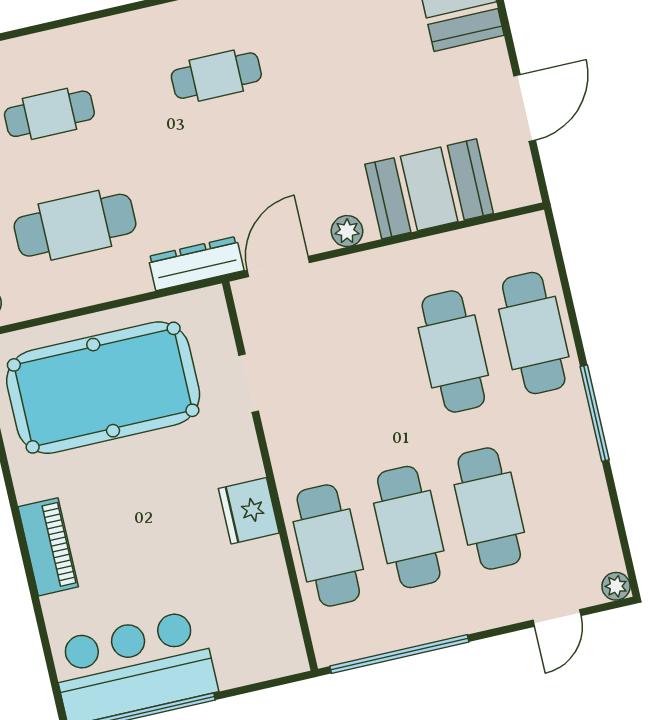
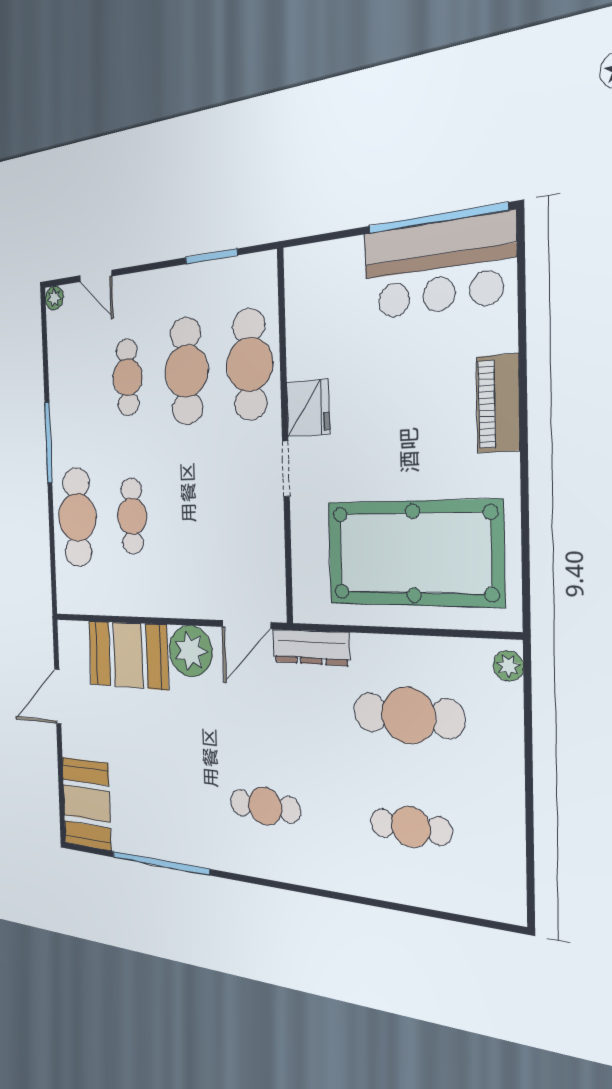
plant: (347, 231) -> (191, 651), width x1.88, depth x1.88
cafe table: (453, 351) -> (132, 516), width x0.73, depth x0.74
doorway: (249, 383) -> (286, 469), moved
cafe table: (489, 509) -> (127, 377), width x0.73, depth x0.74
door: (557, 618) -> (96, 276), swing flipped
window: (399, 654) -> (211, 256), width x0.47

